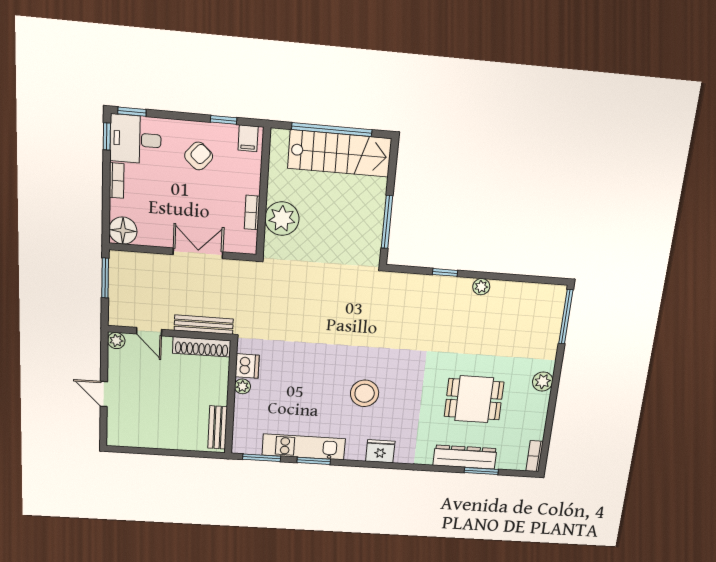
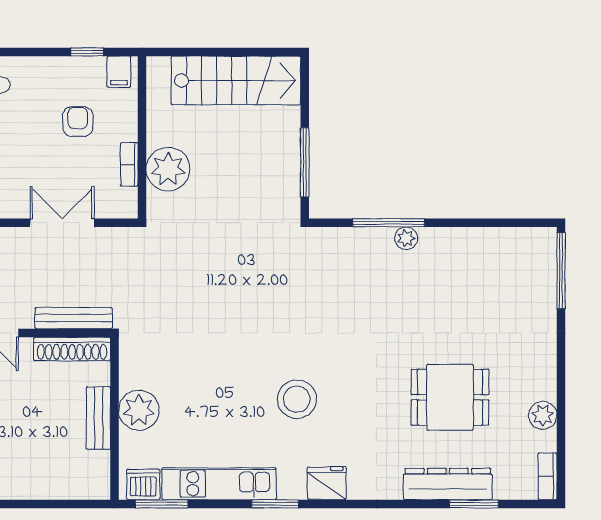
window: (332, 130) -> (223, 52), removed
armchair: (199, 156) -> (78, 122), moved, turned -42
window: (445, 272) -> (389, 223), width x2.17
plant: (481, 287) -> (406, 238), moved
dishwasher: (247, 366) -> (143, 484), moved, turned -90
plant: (543, 381) -> (543, 415), moved
plant: (242, 386) -> (139, 410), width x1.88, depth x1.88
bench: (218, 427) -> (98, 418), moved
window: (314, 461) -> (275, 504), moved

